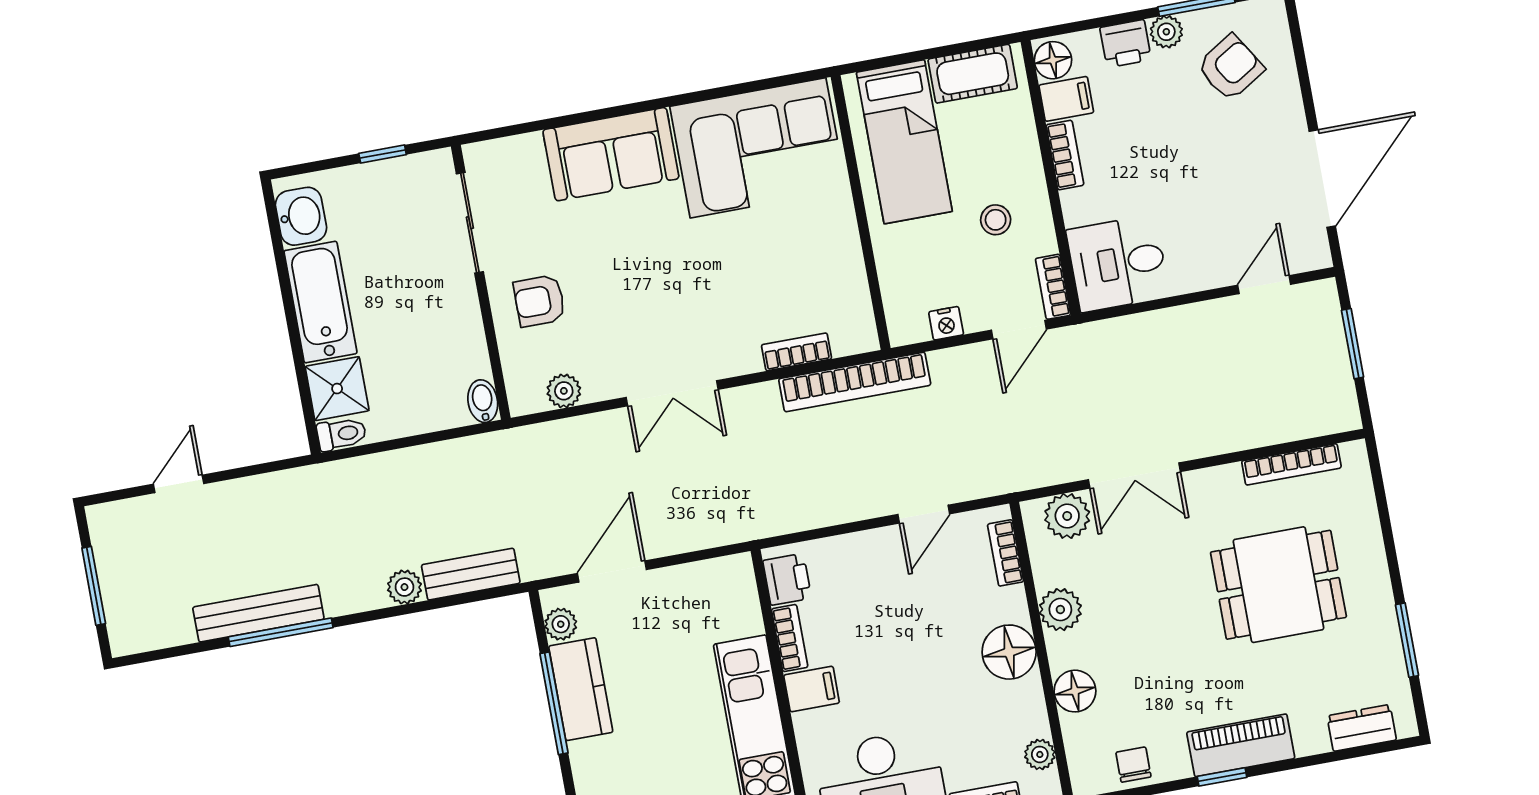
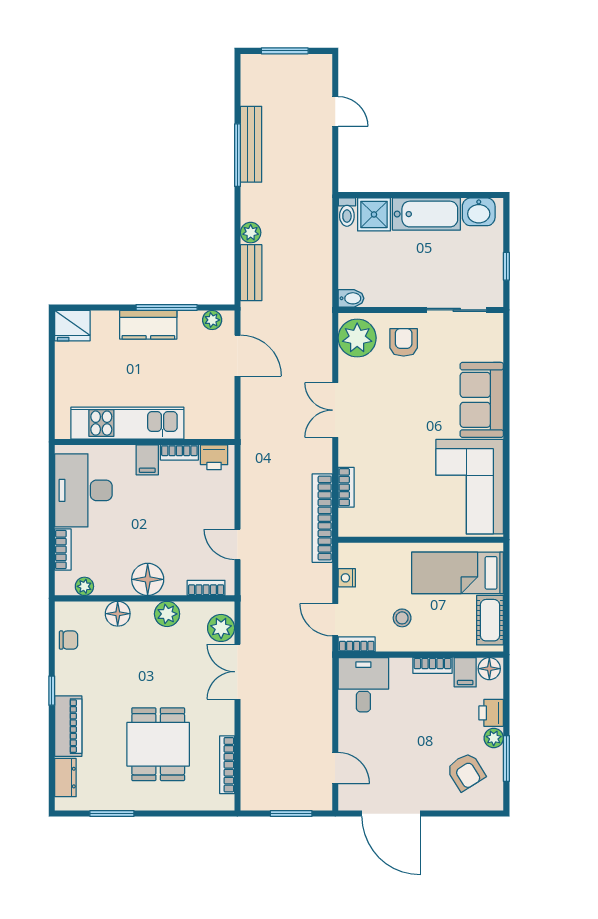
plant: (564, 391) -> (357, 338), width x1.88, depth x1.88
kitchen counter: (581, 689) -> (148, 325), moved
piano: (1241, 745) -> (68, 726), moved

